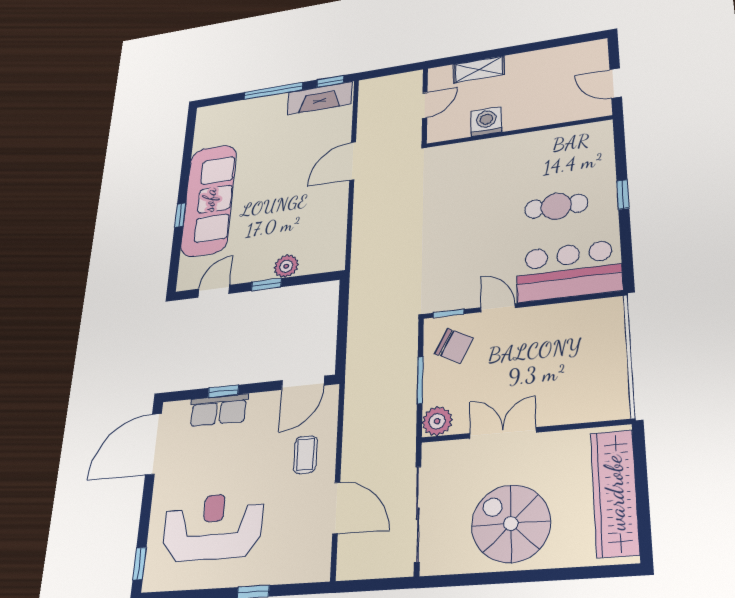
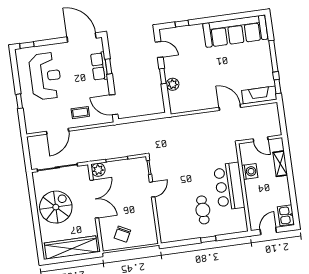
kitchen sink: (586, 54) -> (286, 215), added
fireplace: (320, 98) -> (259, 95), moved, turned 90
sofa: (209, 200) -> (235, 31), moved
window: (180, 215) -> (182, 24), moved
bar counter: (569, 271) -> (229, 186), moved, turned 180
chair: (454, 346) -> (122, 234), moved
double door: (503, 433) -> (94, 199), width x1.37

